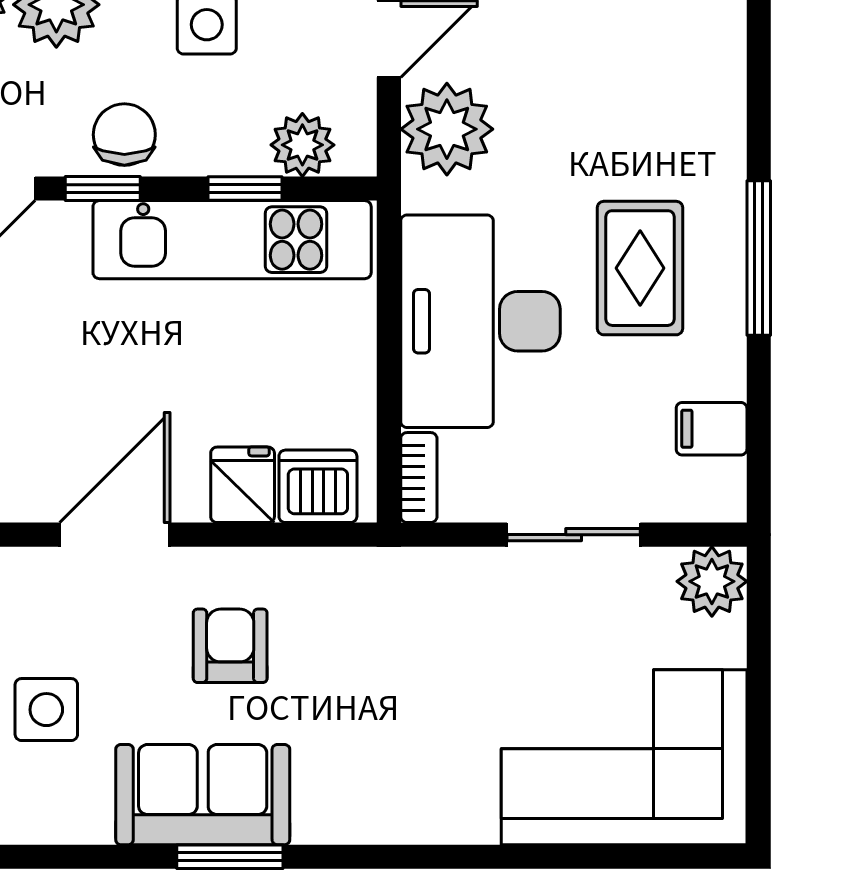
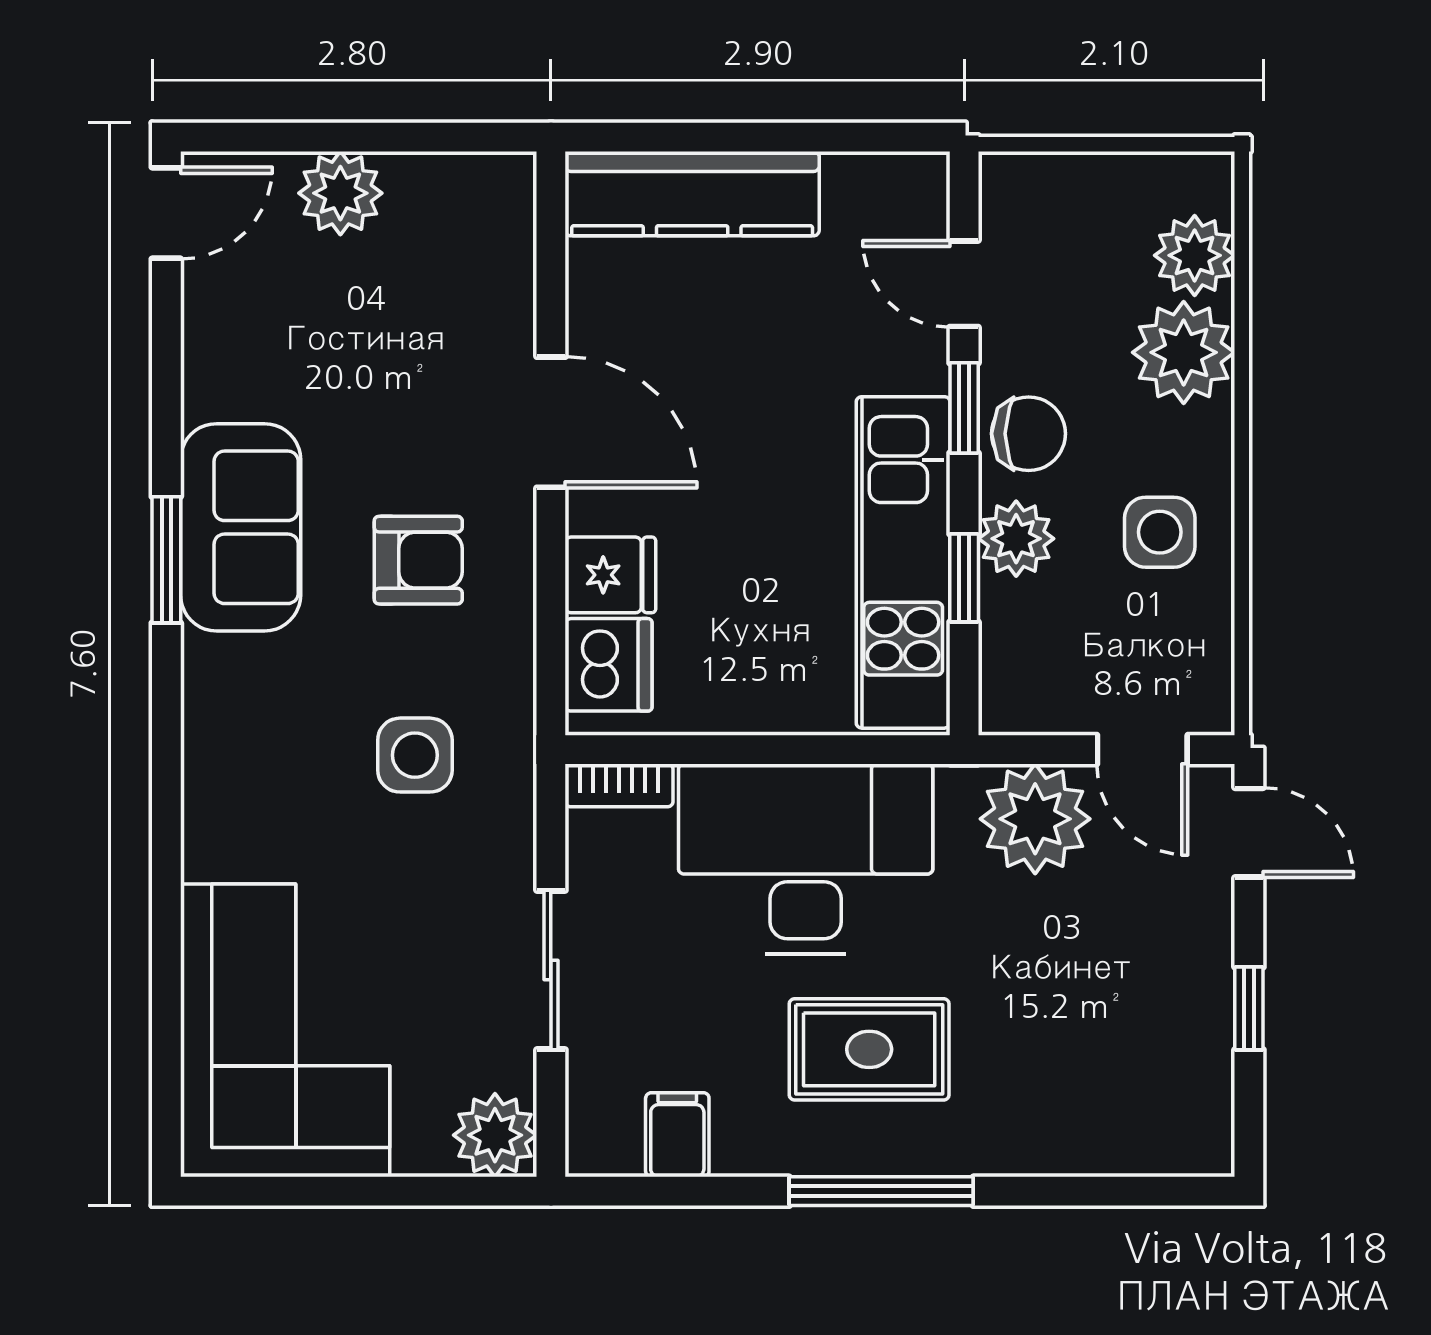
plant: (302, 145) -> (1016, 539), moved
side table: (46, 710) -> (415, 755), moved

